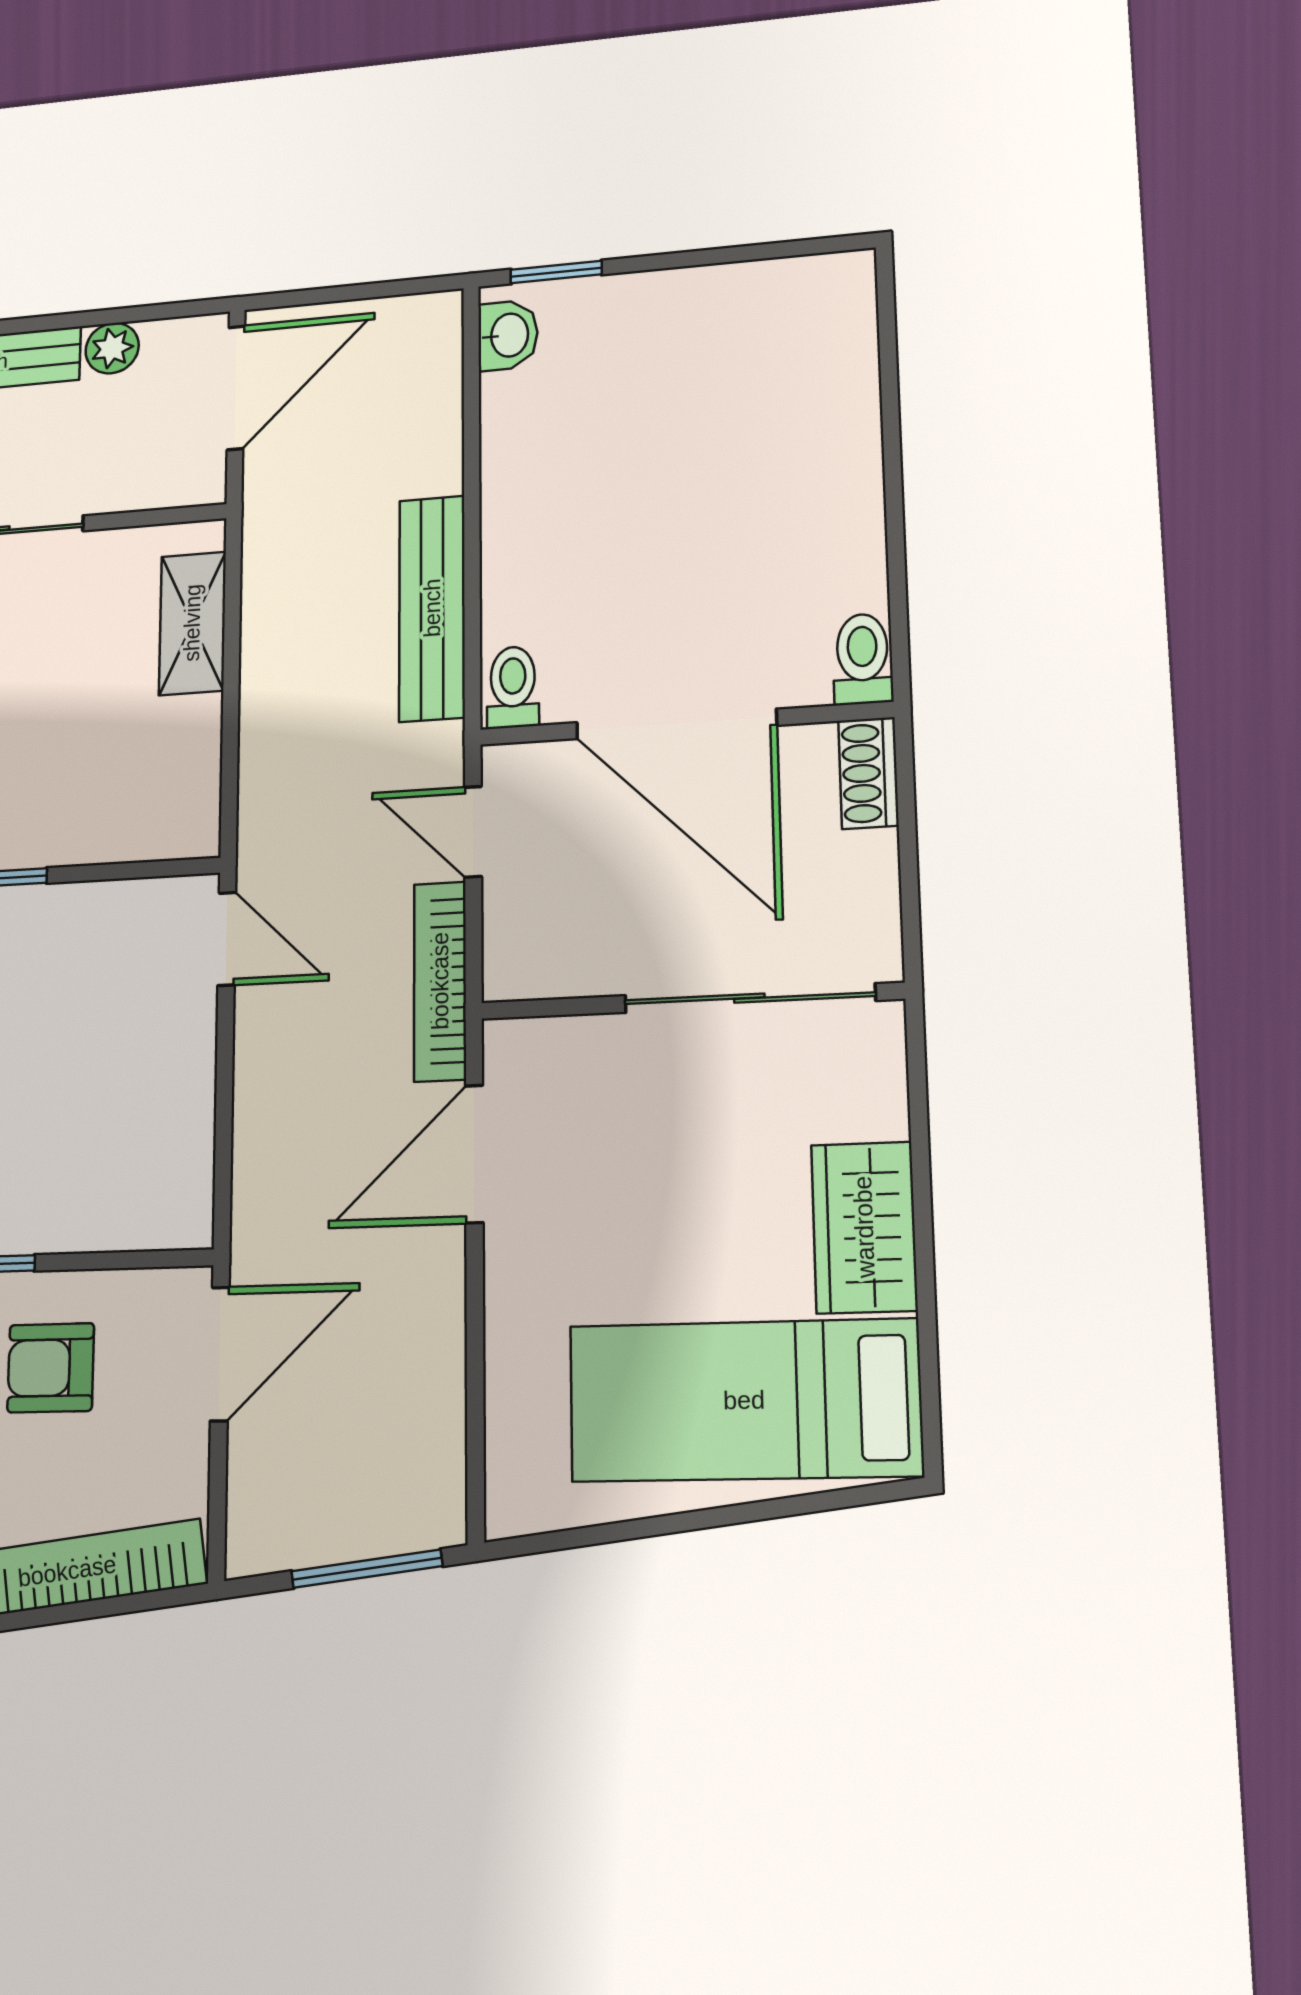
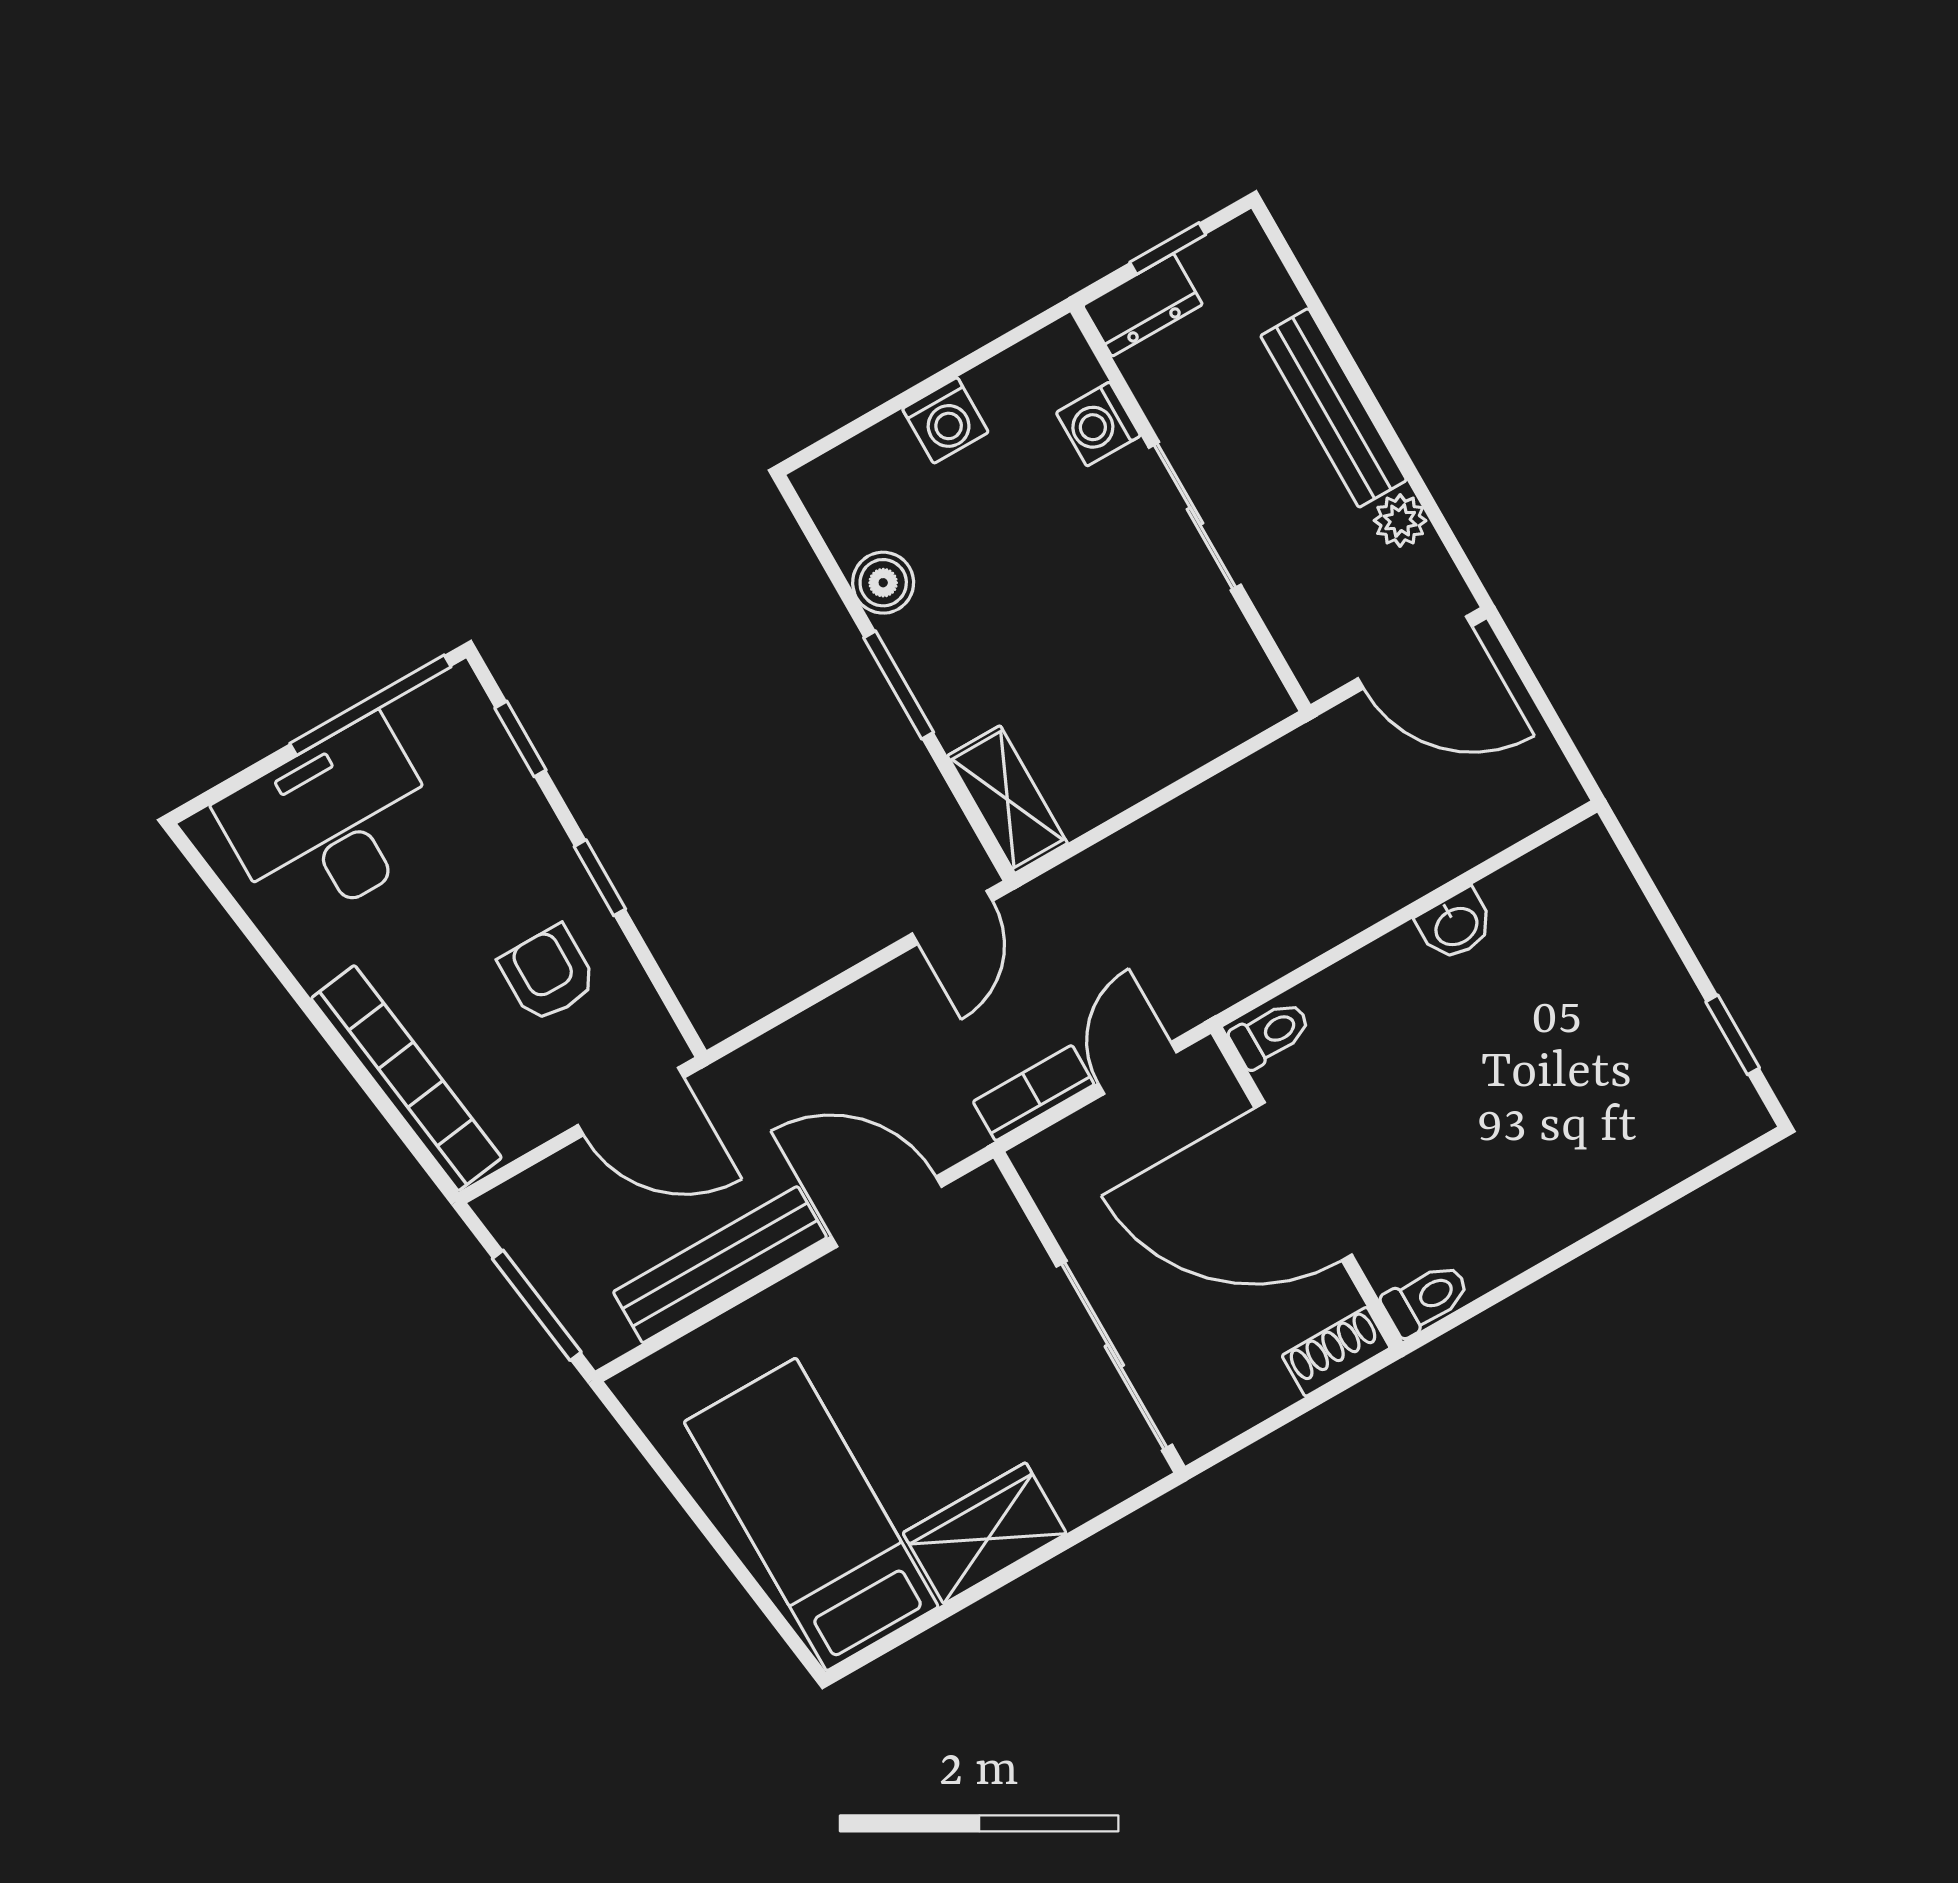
window: (556, 272) -> (1733, 1035), moved
washbasin: (508, 335) -> (1456, 925), moved
bench: (432, 608) -> (720, 1265), moved
shelving: (192, 623) -> (1007, 800), moved, turned 90
door: (676, 724) -> (1303, 1181), hinge flipped
bookcase: (440, 981) -> (1034, 1093), width x0.64

